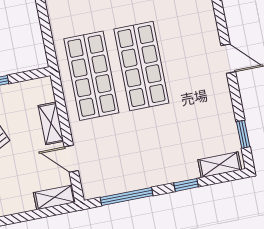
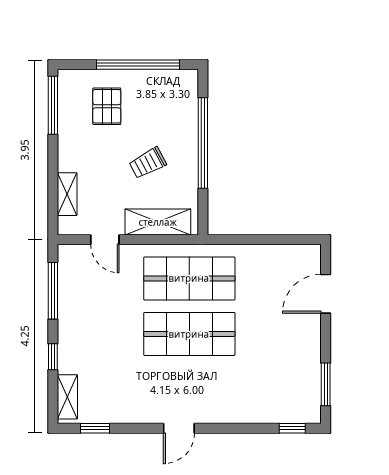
shelving: (51, 123) -> (158, 222), width x1.50, depth x1.33
door: (71, 159) -> (105, 240), swing flipped
shelving: (55, 197) -> (67, 194), moved

